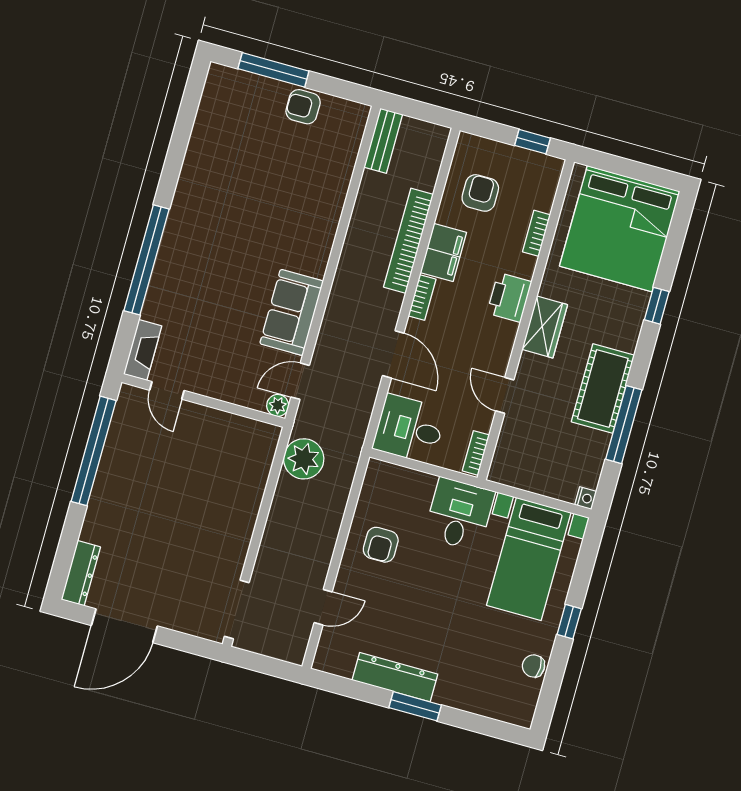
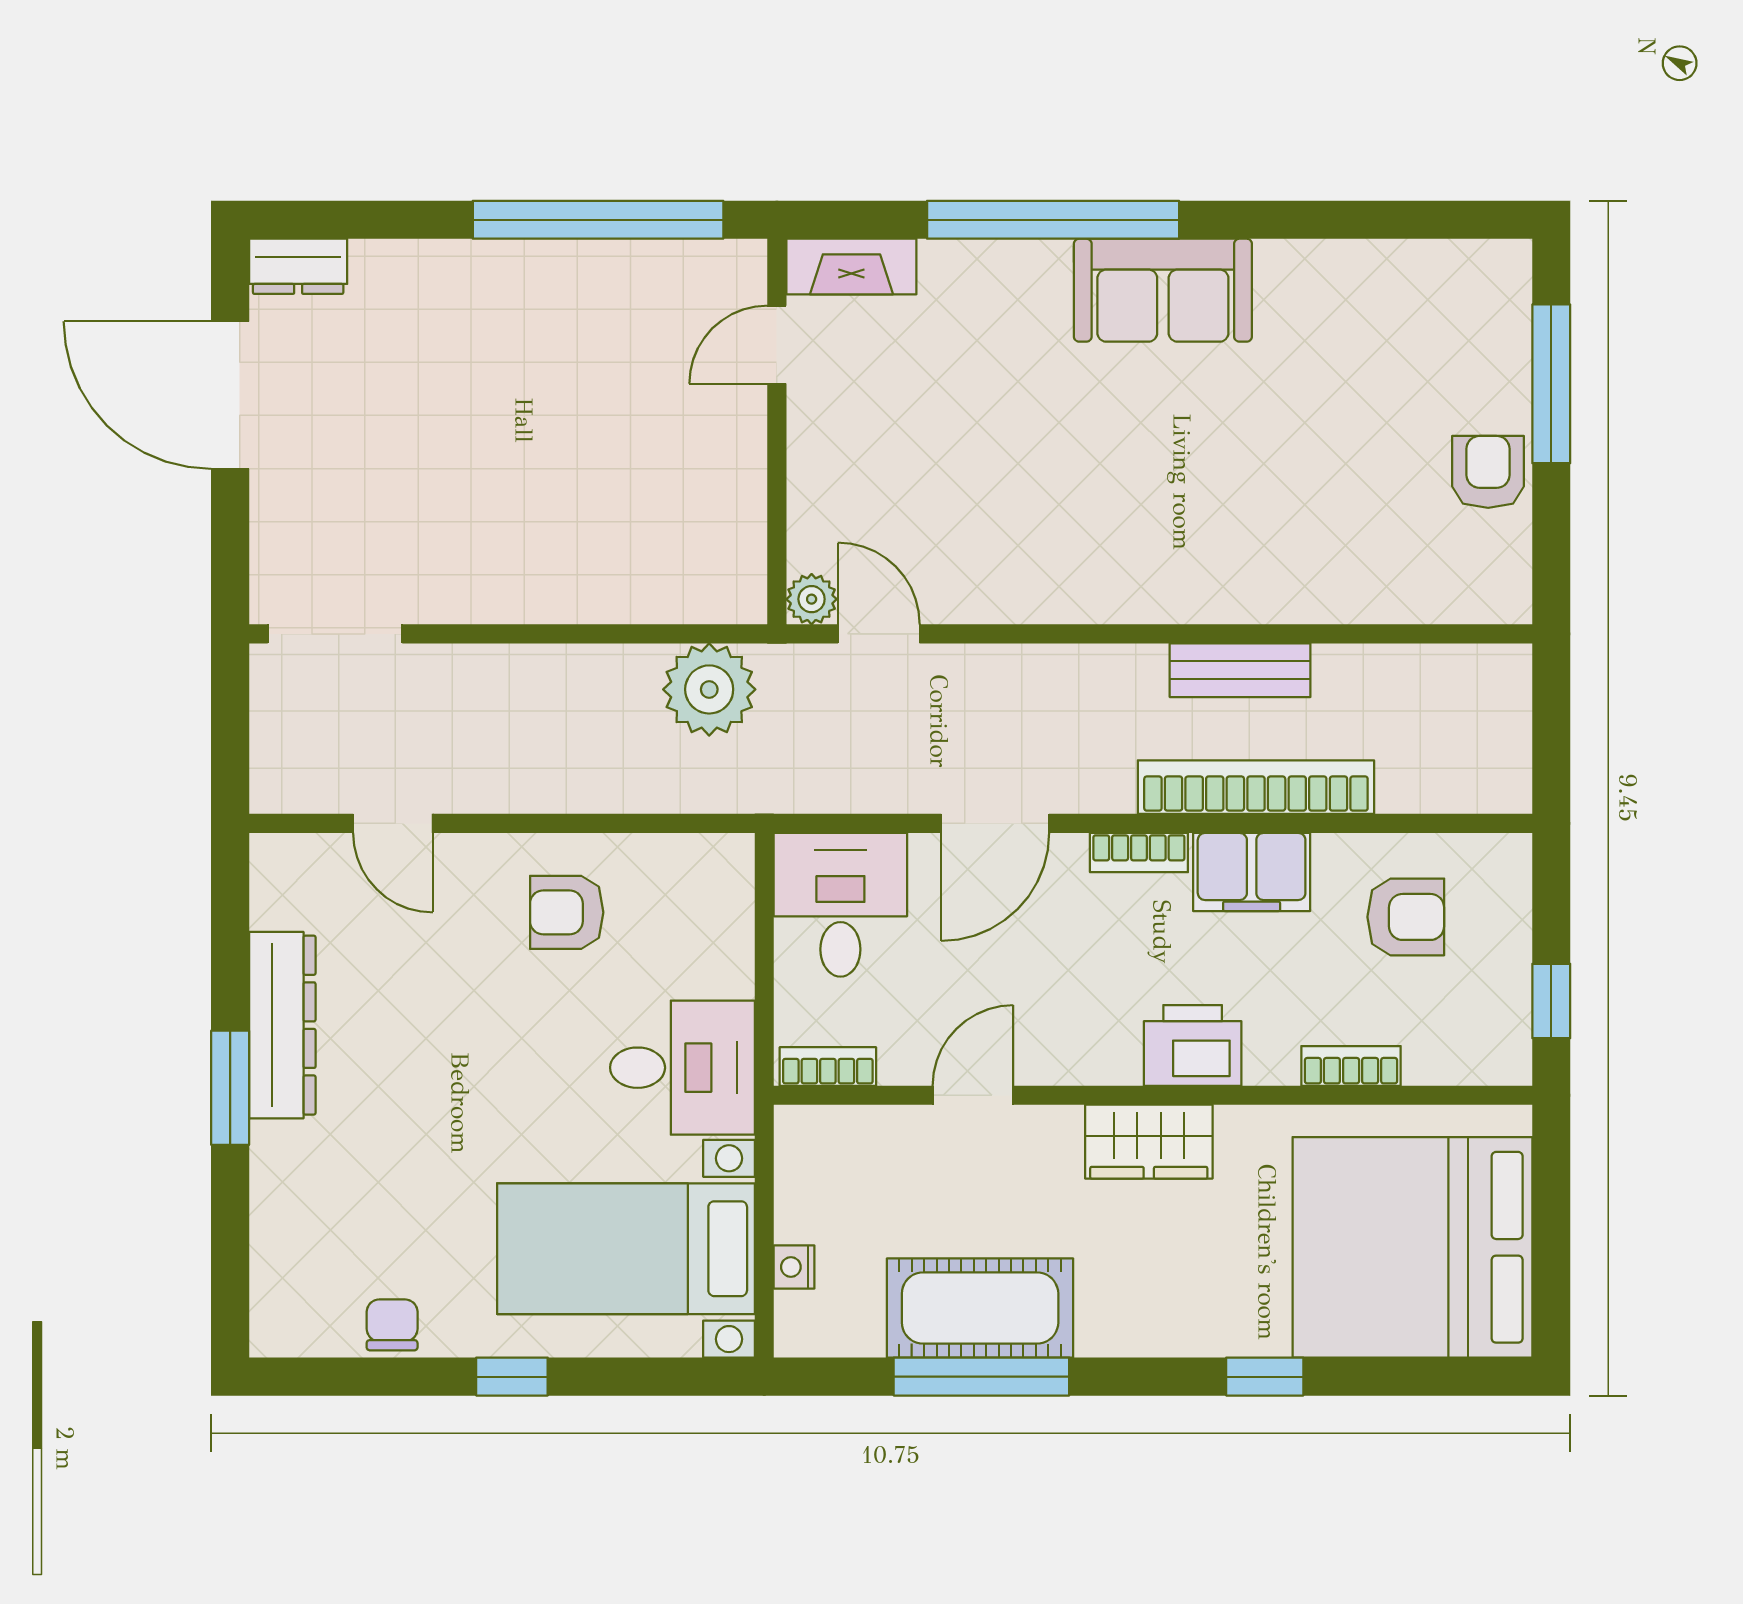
bench: (383, 141) -> (1240, 670), moved
sofa: (292, 312) -> (1163, 290), moved, turned 180
cot: (603, 389) -> (980, 1308), moved
nightstand: (586, 498) -> (794, 1267), moved, turned 90
dresser: (81, 573) -> (298, 266), width x0.70

